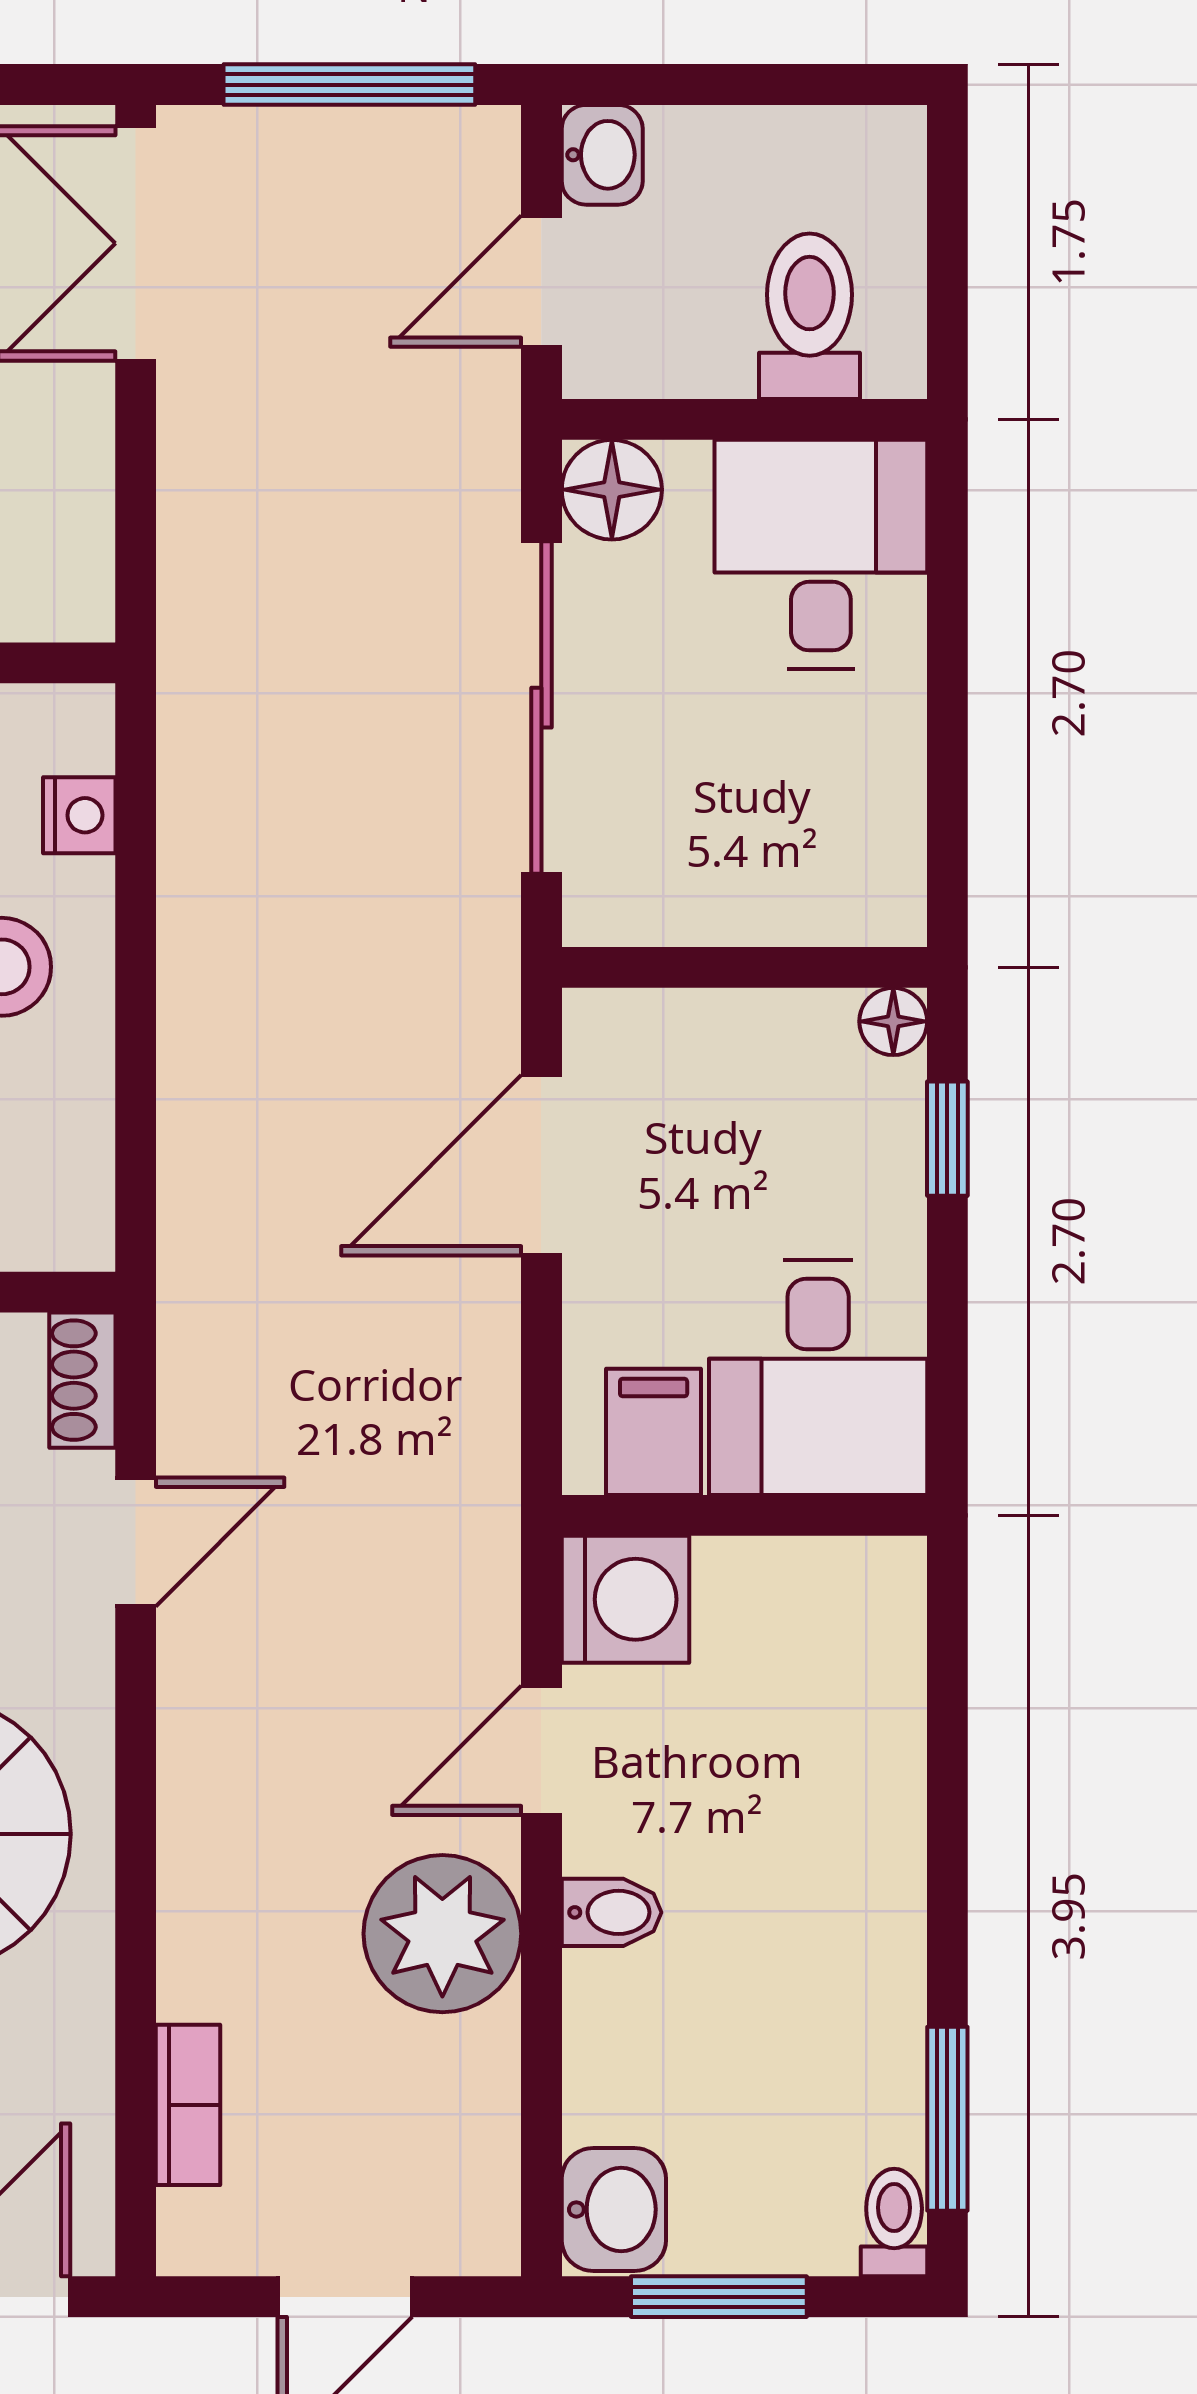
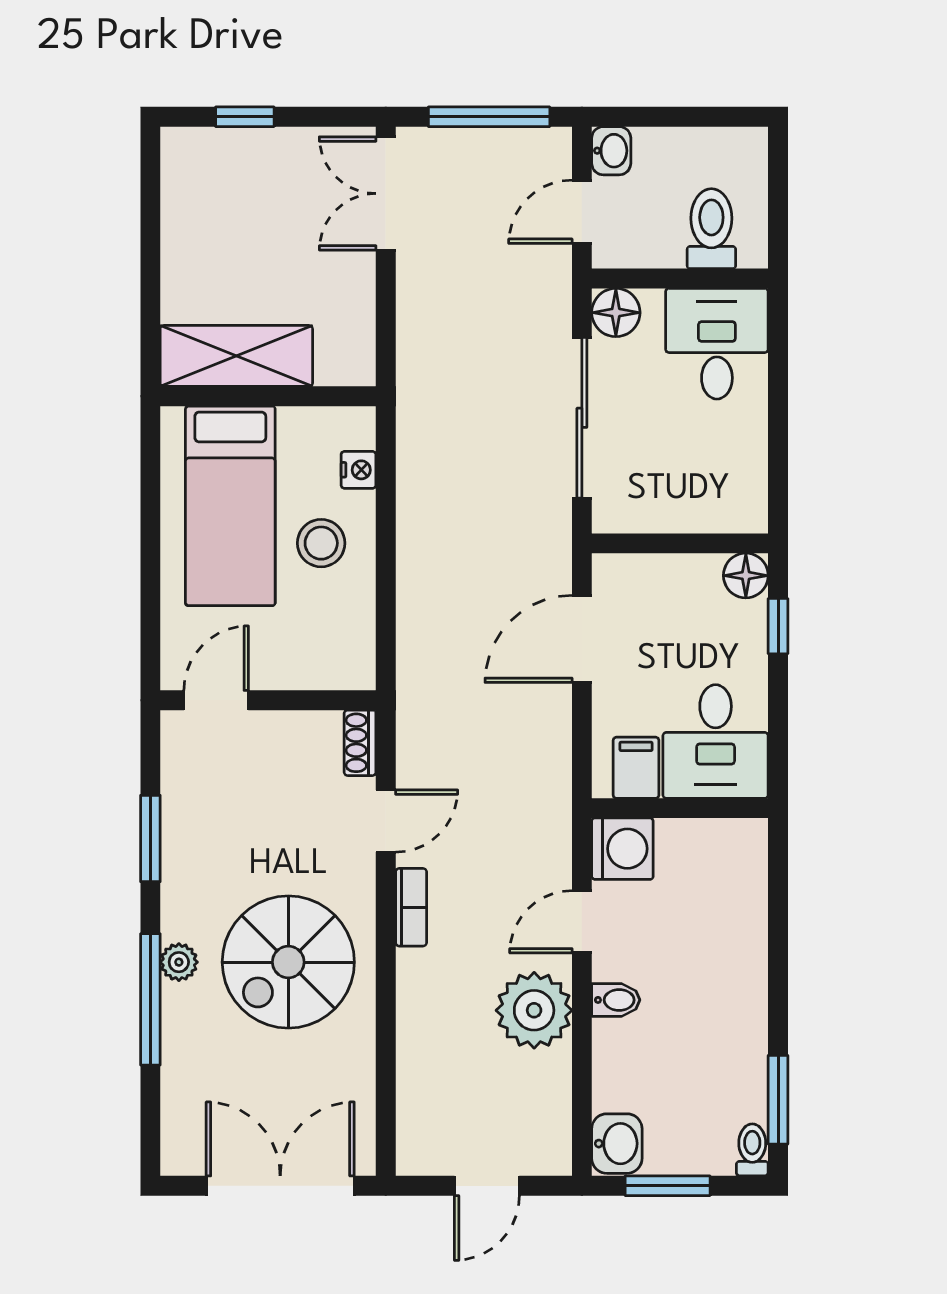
floor lamp: (893, 1021) -> (746, 576), width x1.37, depth x1.37
bookcase: (188, 2105) -> (411, 907), moved

